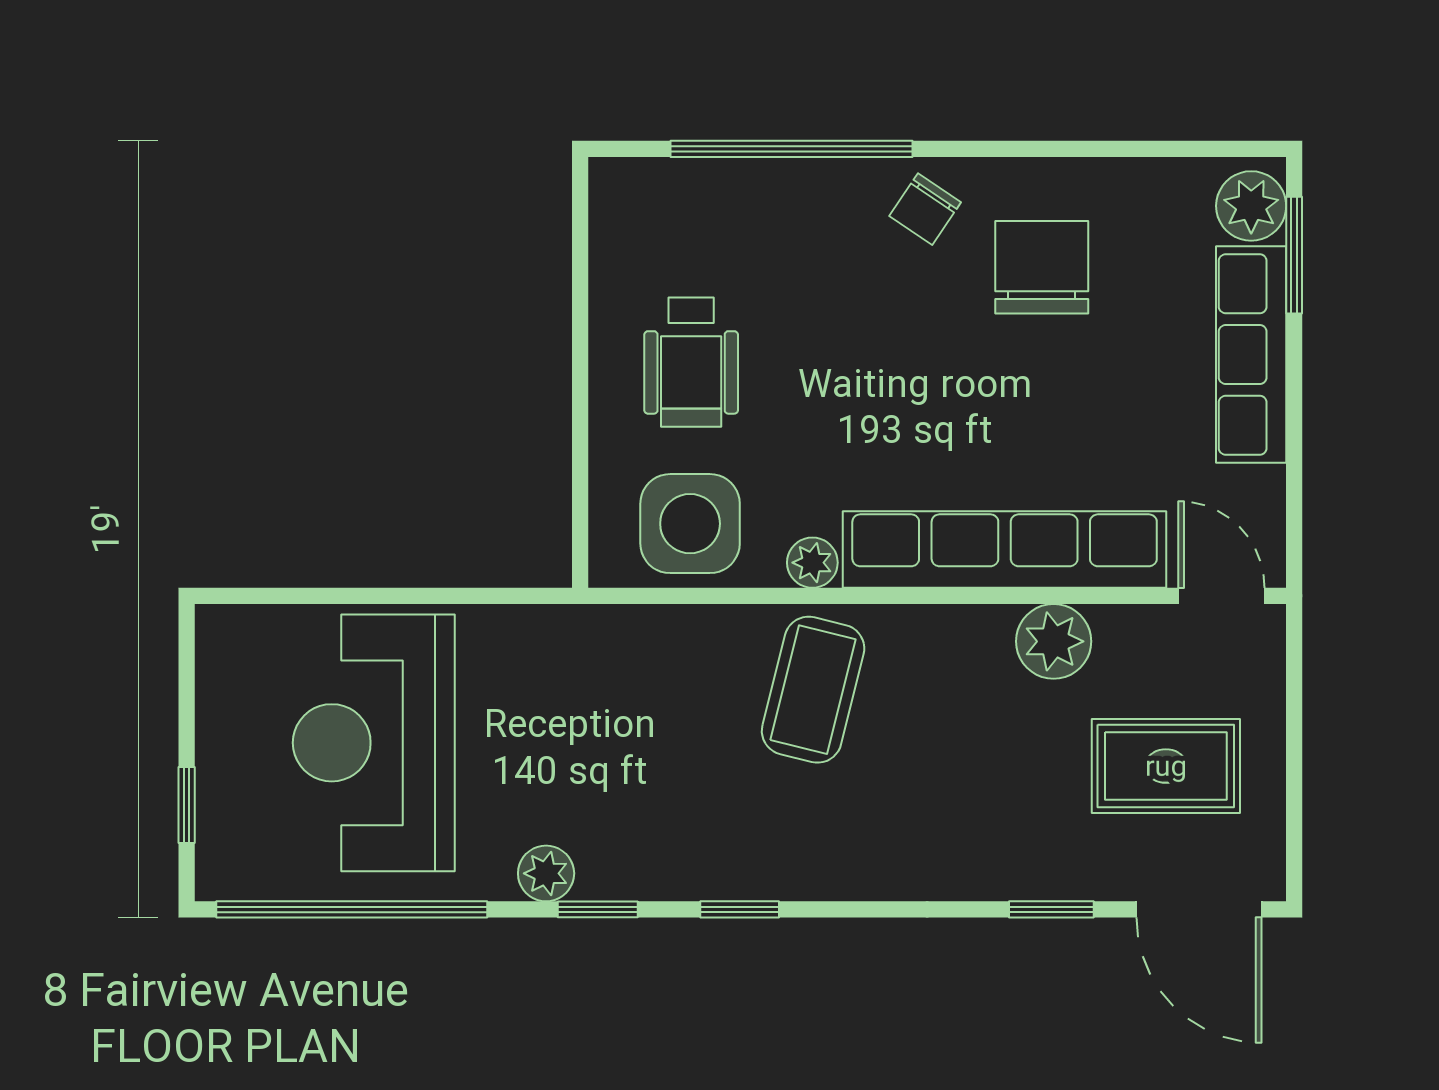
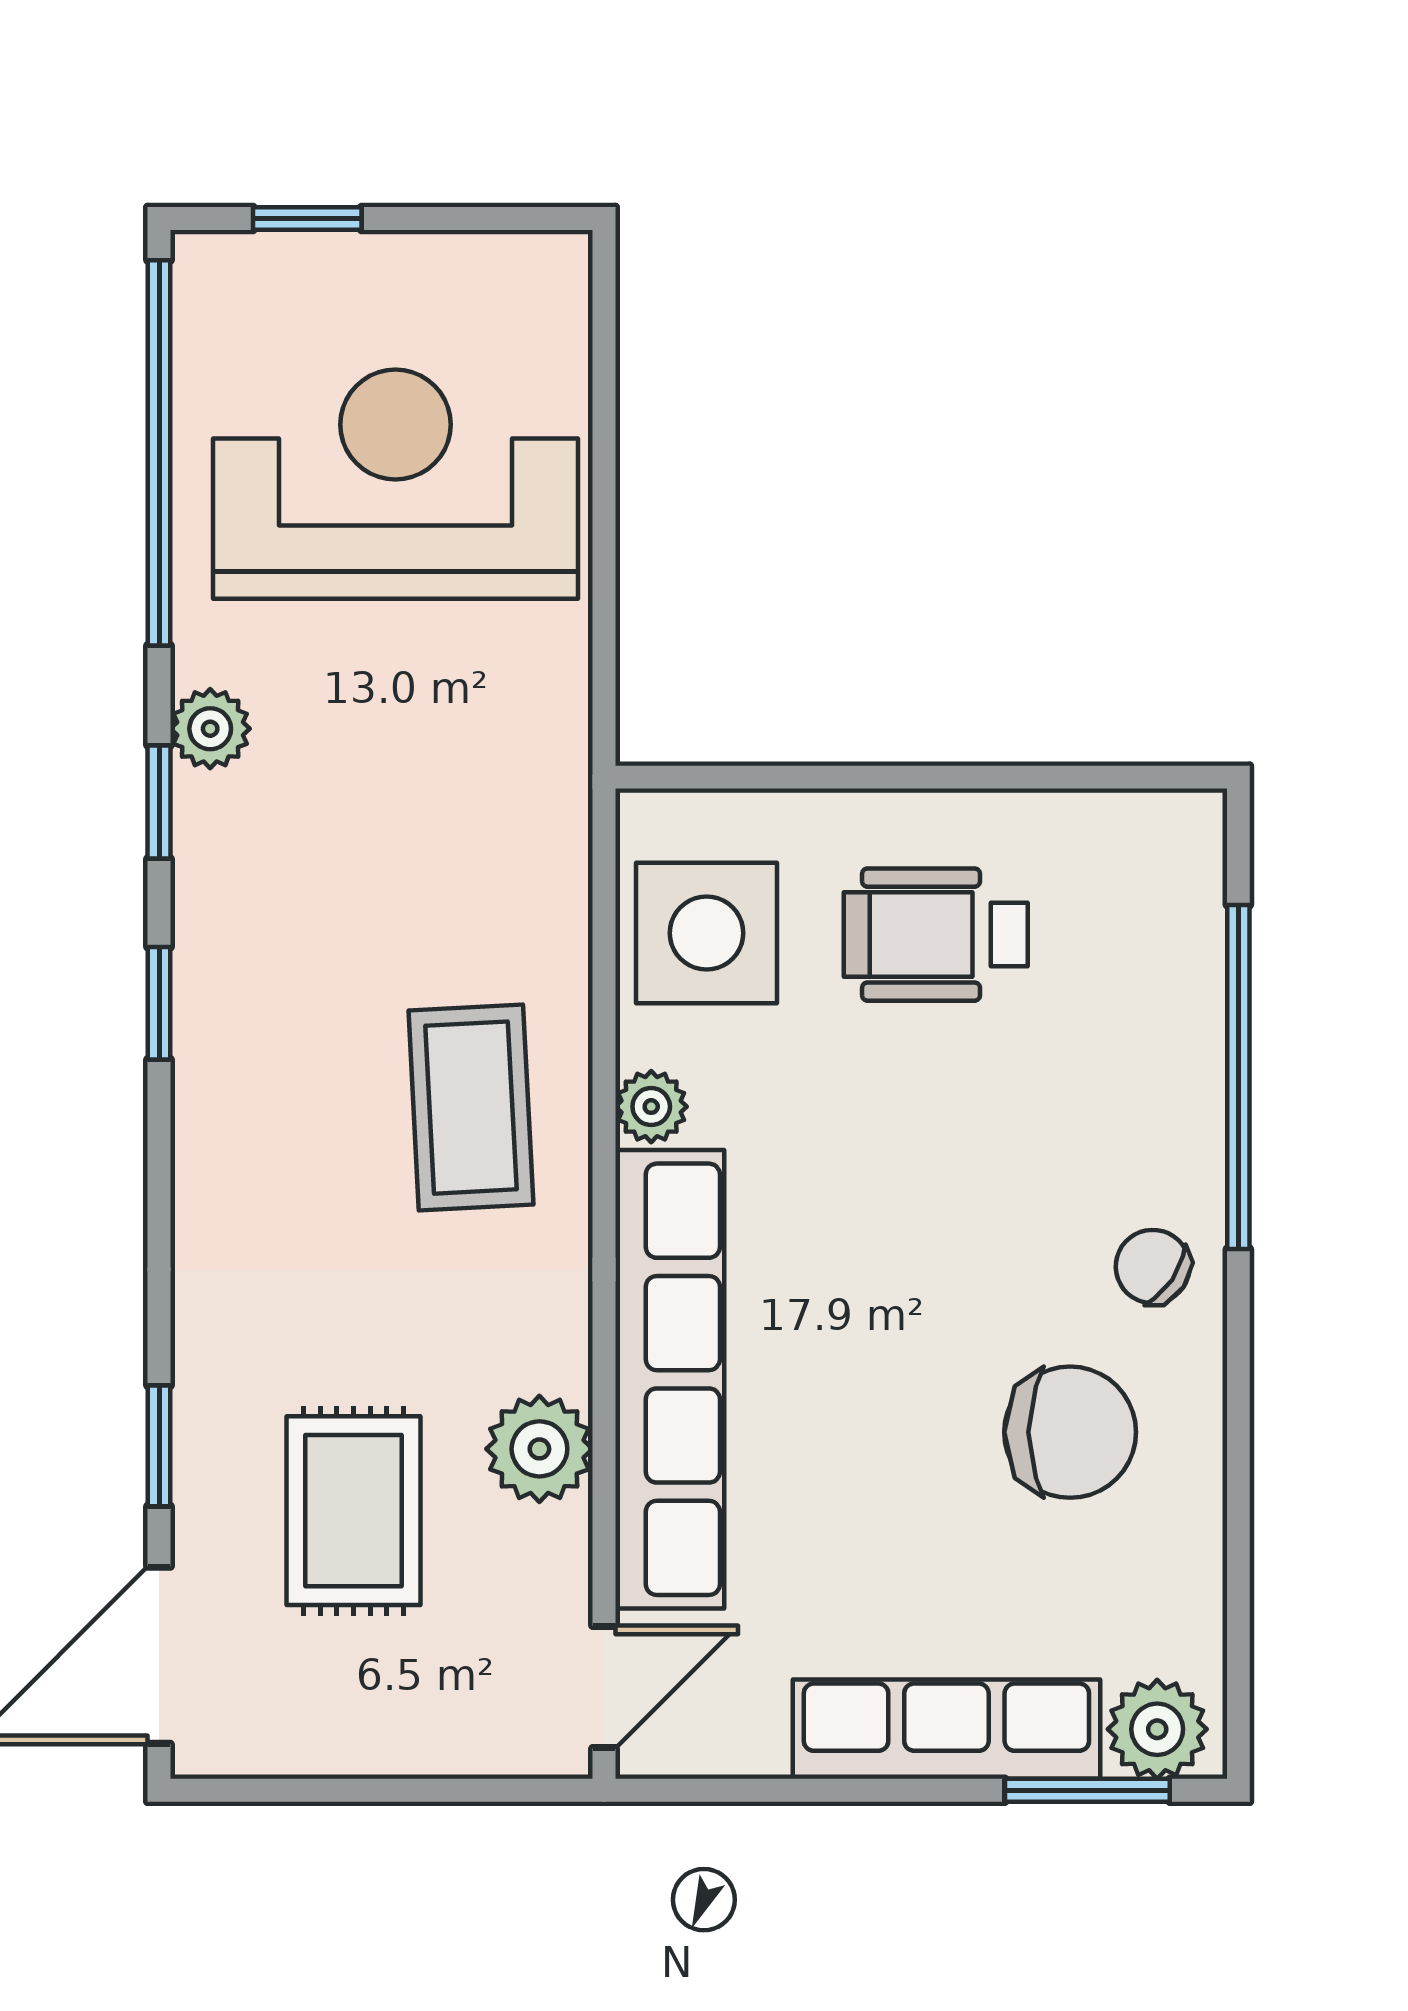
coffee table: (813, 690) -> (471, 1108), turned 73
rug: (1166, 766) -> (353, 1511), moved

